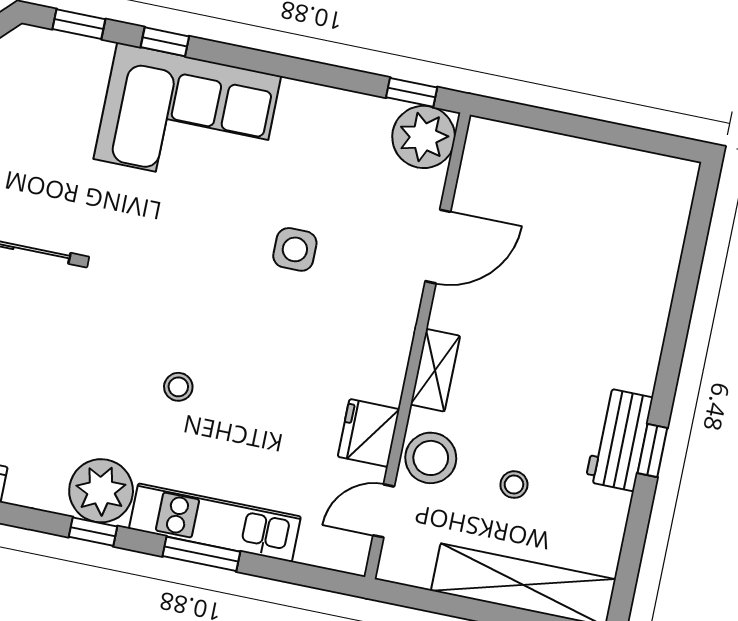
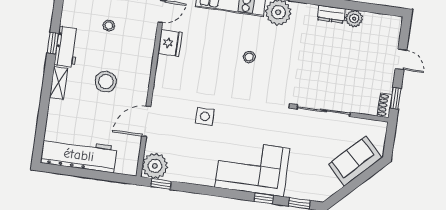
workbench: (607, 176) -> (79, 155), added
shelving: (435, 370) -> (59, 83), moved
stool: (431, 458) -> (106, 82), moved

